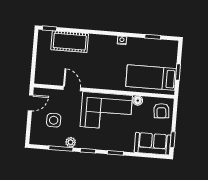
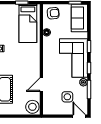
stool: (45, 75) -> (32, 107), added
door: (30, 103) -> (79, 116), moved
corner sofa: (106, 111) -> (74, 58), moved, turned 180

